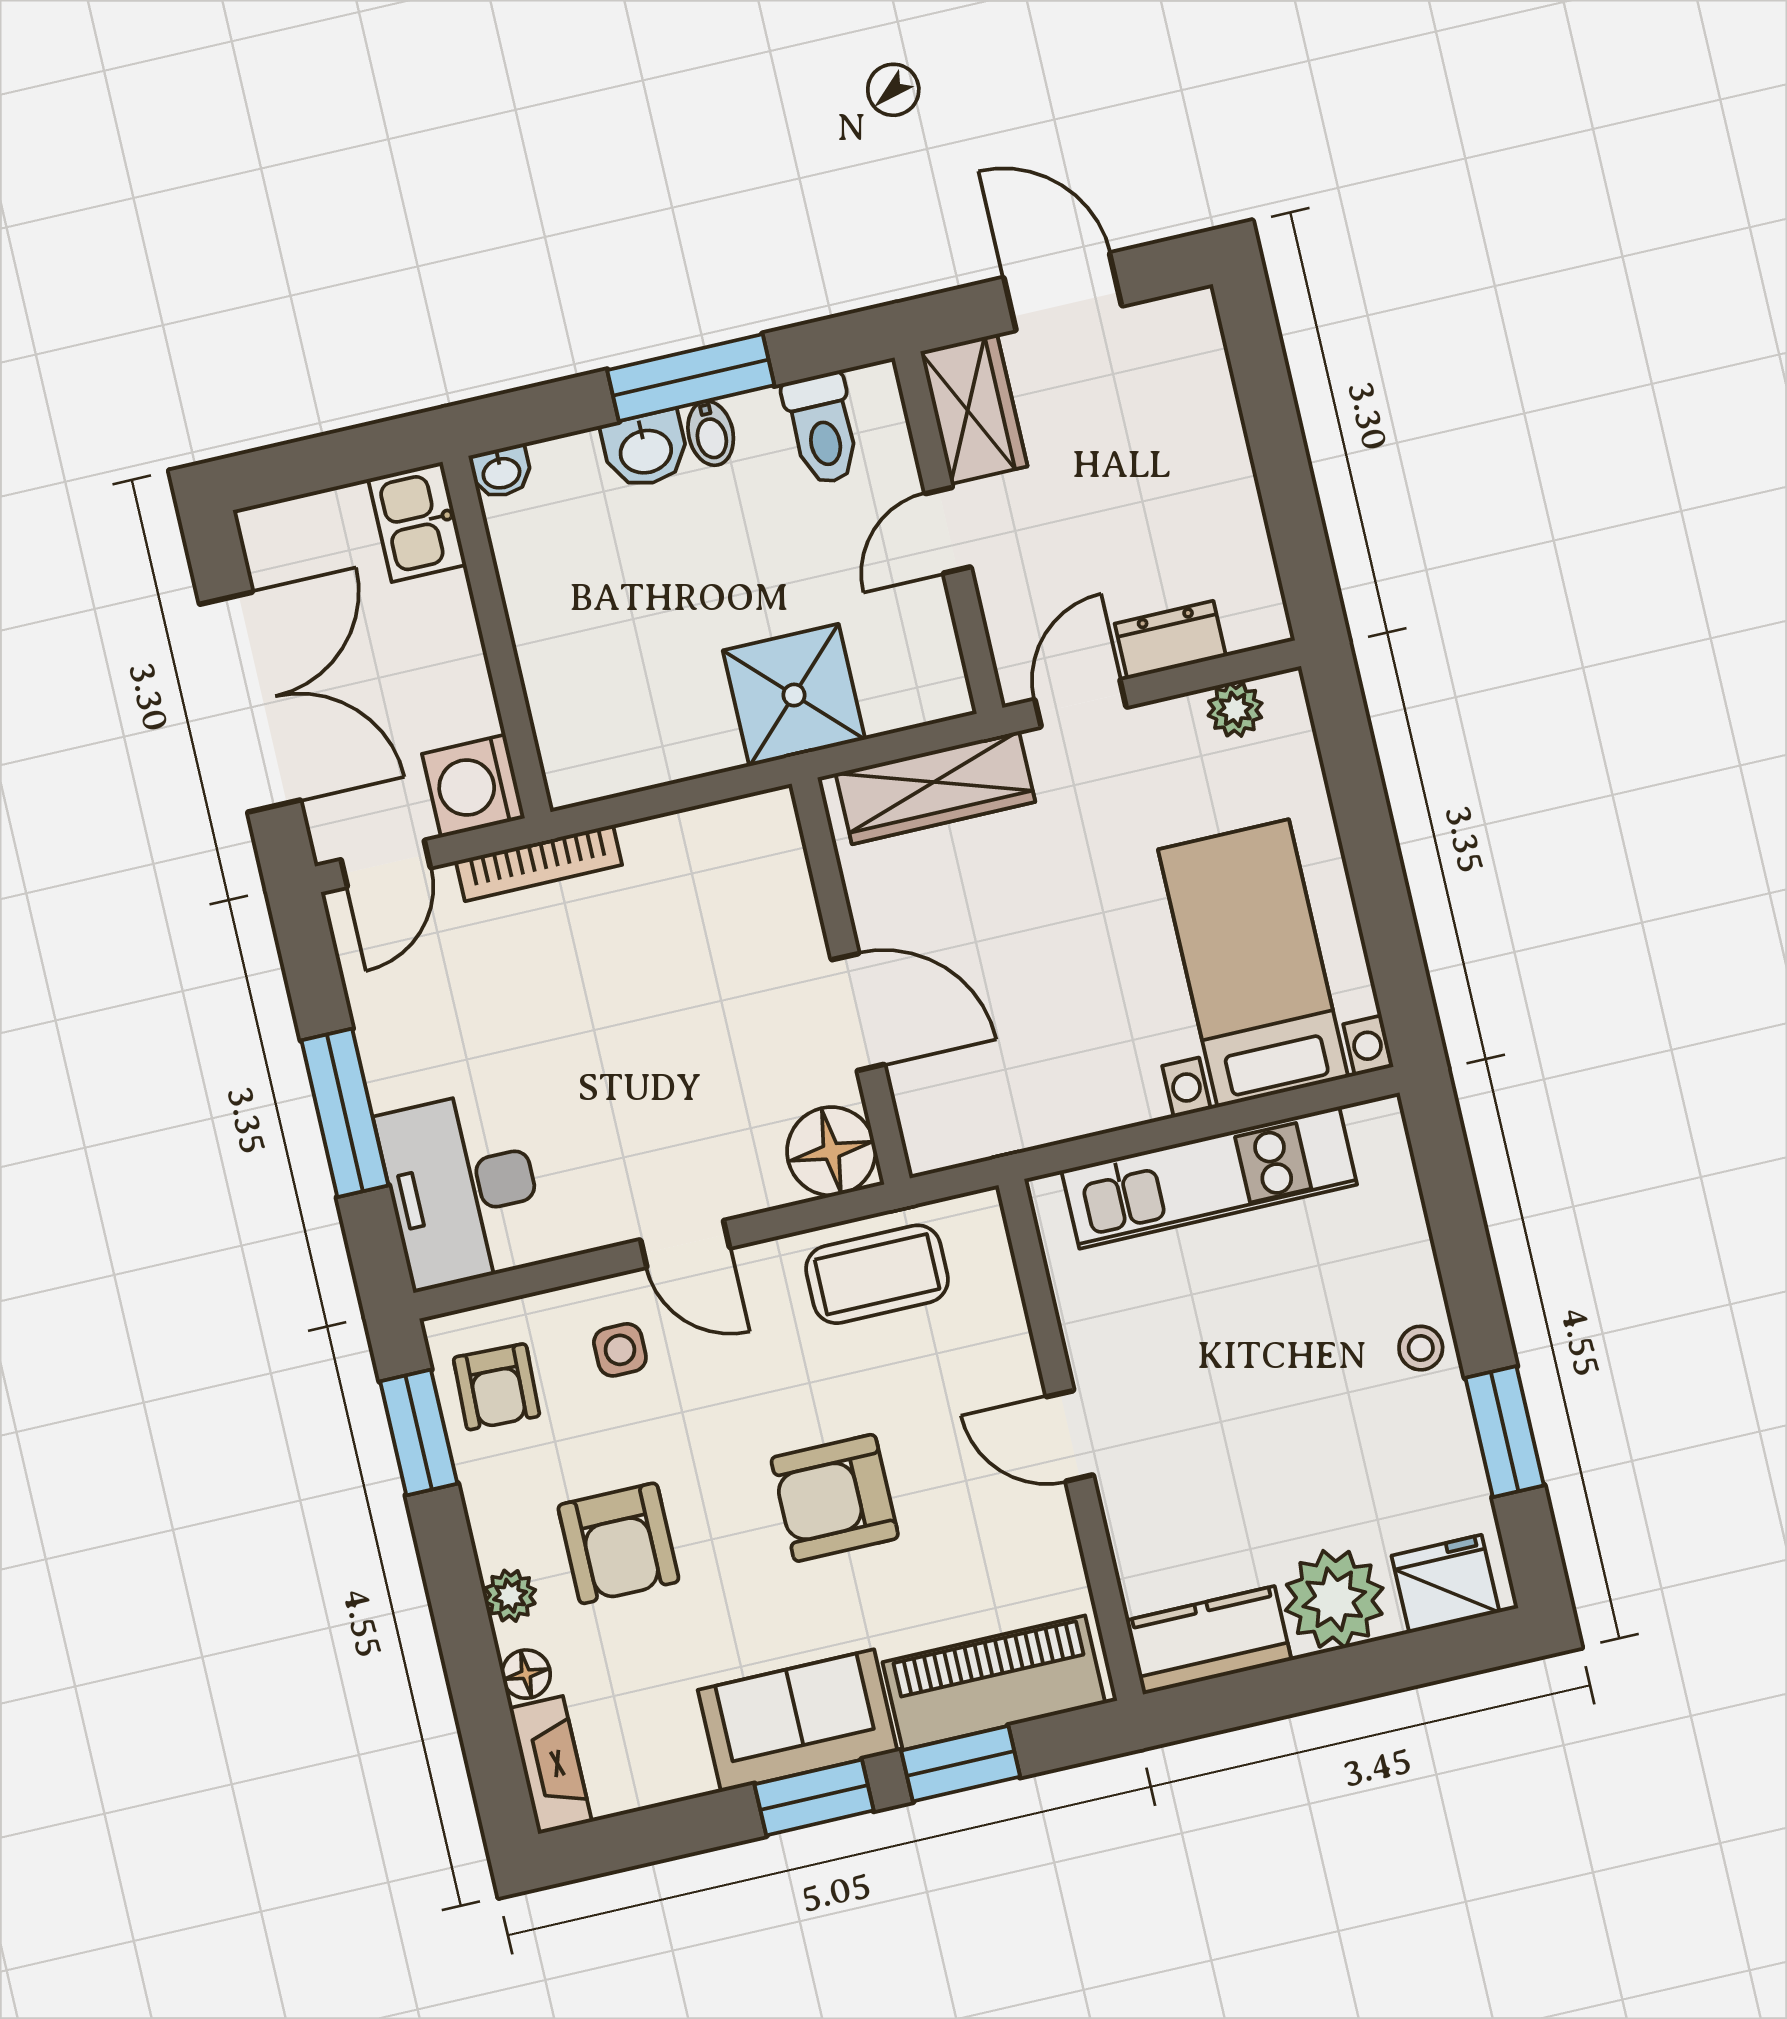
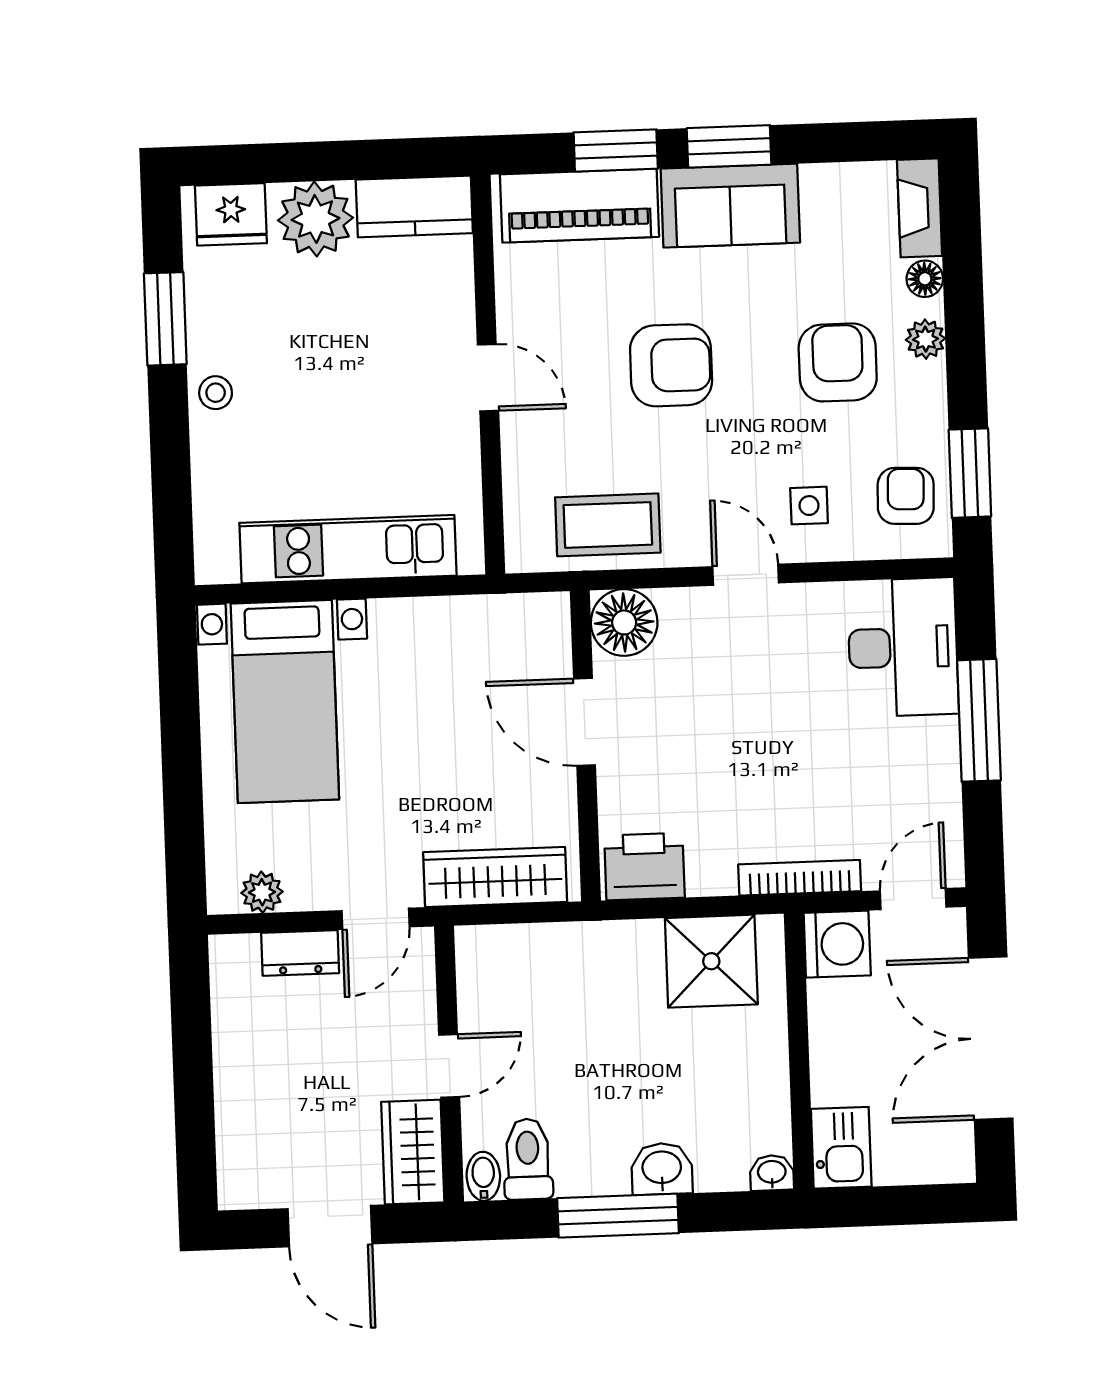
bidet: (711, 433) -> (483, 1176), moved
shower: (794, 695) -> (711, 961), moved
printer: (744, 839) -> (644, 867), added

